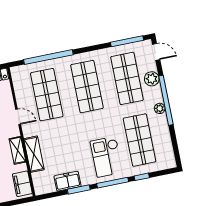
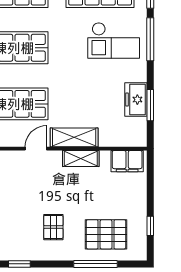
shelving: (34, 154) -> (74, 137), moved
window: (79, 190) -> (150, 105), moved

